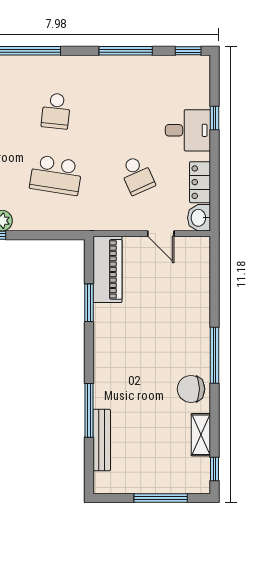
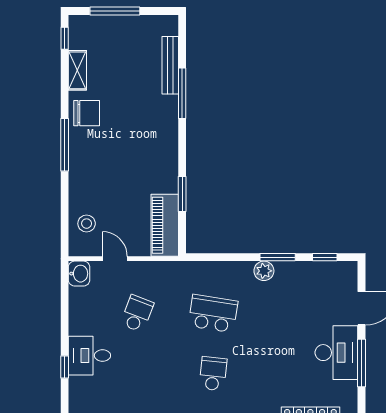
school desk: (137, 175) -> (137, 314), turned 45
locker: (200, 182) -> (78, 307), removed
stool: (191, 271) -> (87, 224), added

